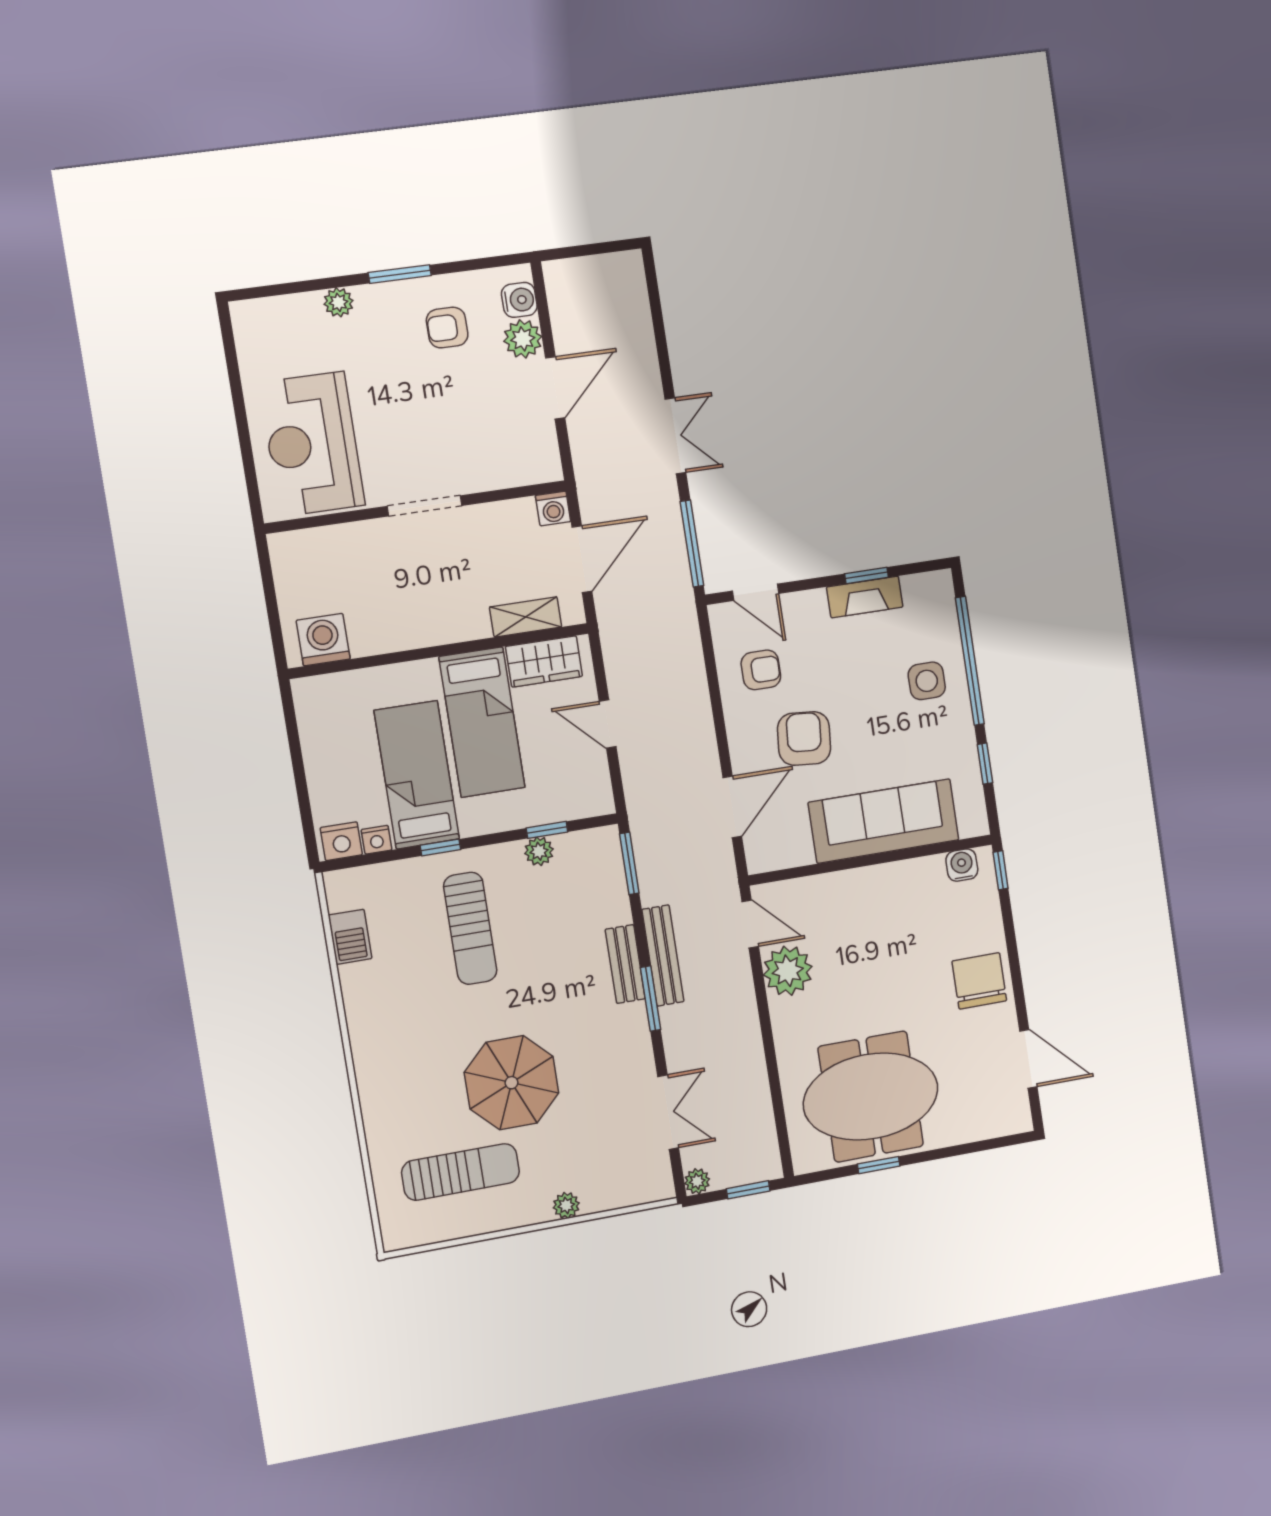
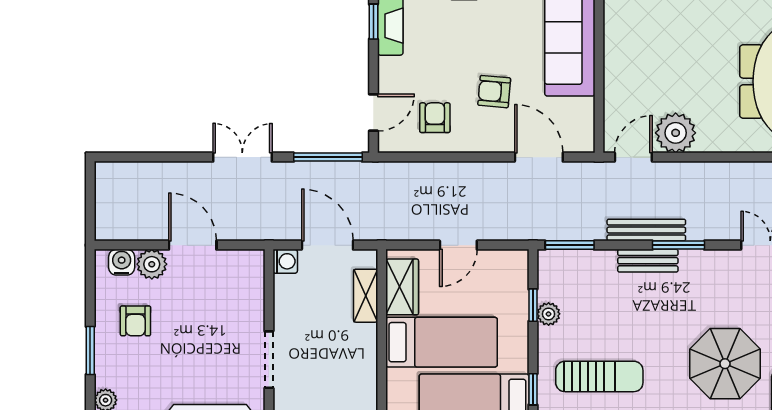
armchair: (804, 739) -> (494, 92), width x0.72, depth x0.72

